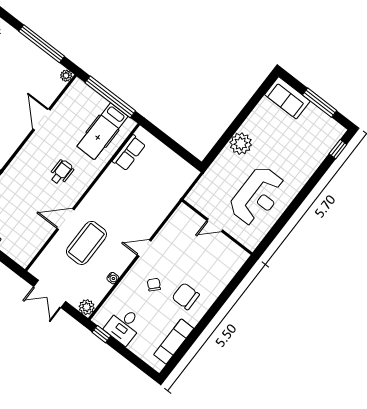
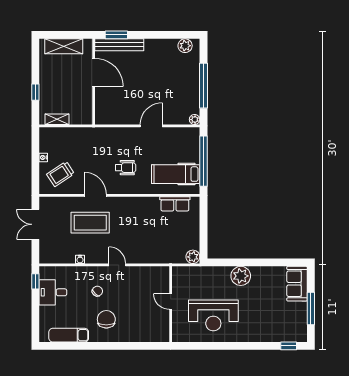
trolley: (21, 236) -> (61, 174), added
plant: (87, 307) -> (193, 257), moved

